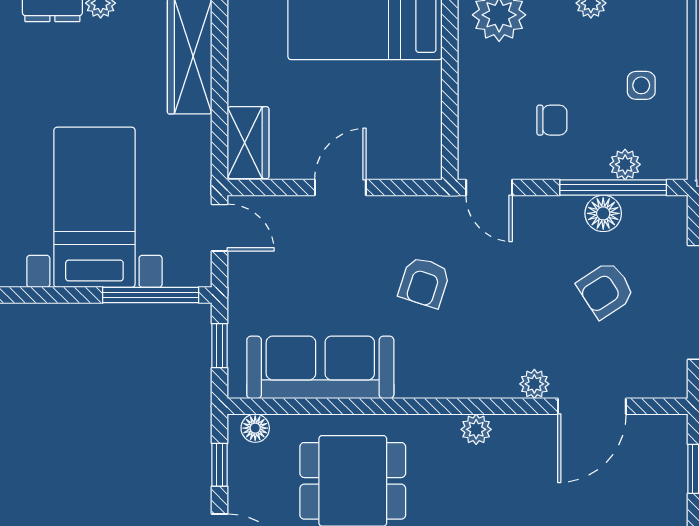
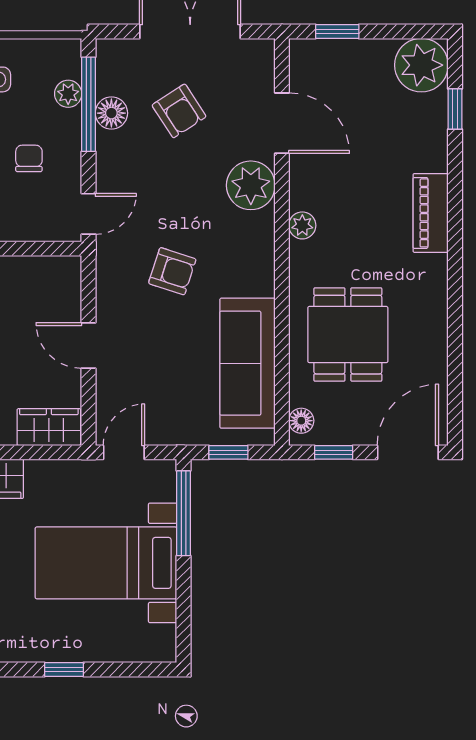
plant: (534, 384) -> (251, 185), width x1.88, depth x1.88

